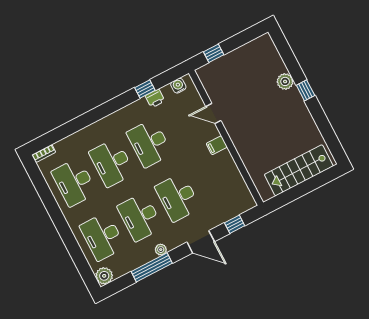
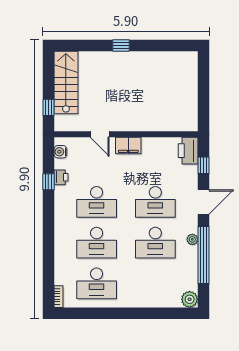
plant: (285, 81) -> (104, 59), removed
door: (213, 114) -> (100, 134), hinge flipped
filing cabinet: (217, 145) -> (128, 145), width x2.00
stairs: (299, 170) -> (66, 83), moved, turned 180
printer: (241, 203) -> (188, 151), added
desk: (102, 237) -> (155, 283), removed
window: (152, 267) -> (203, 255), width x1.46

